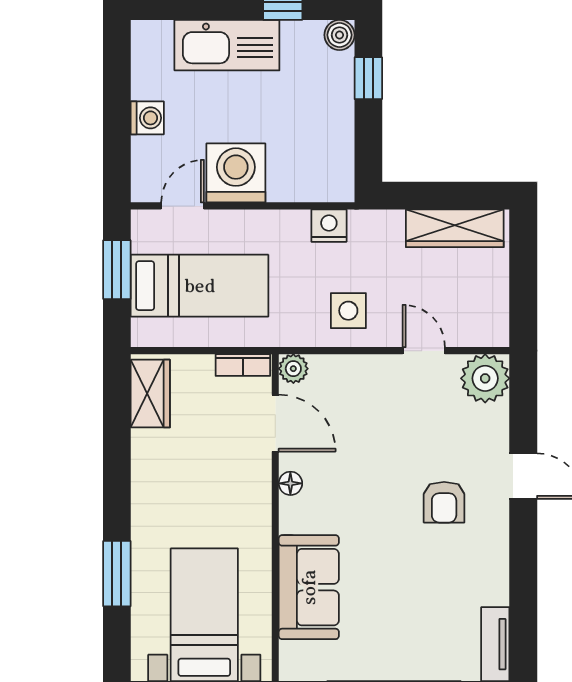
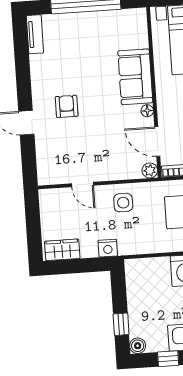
nightstand: (329, 226) -> (108, 248), moved
wardrobe: (455, 228) -> (62, 250), width x0.67
plant: (485, 378) -> (50, 172), removed
sofa: (309, 587) -> (135, 77), moved

